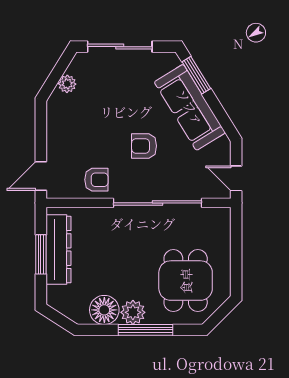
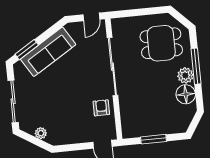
armchair: (144, 146) -> (76, 79), removed
dresser: (59, 250) -> (149, 128), removed

